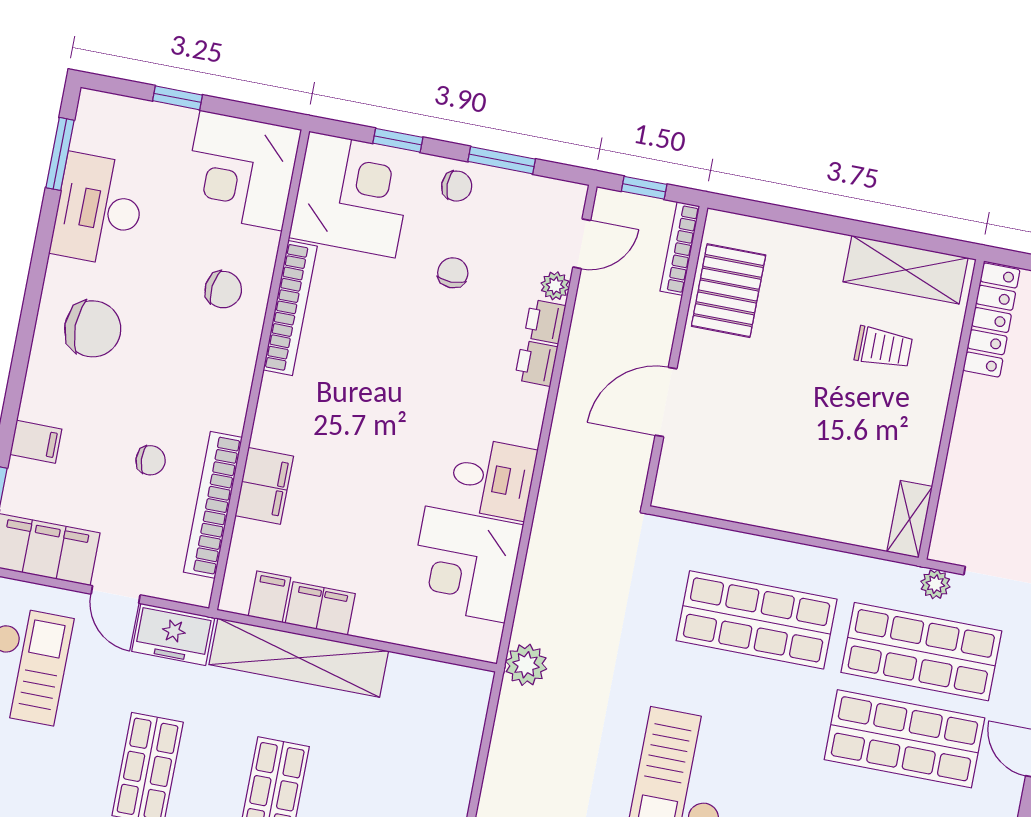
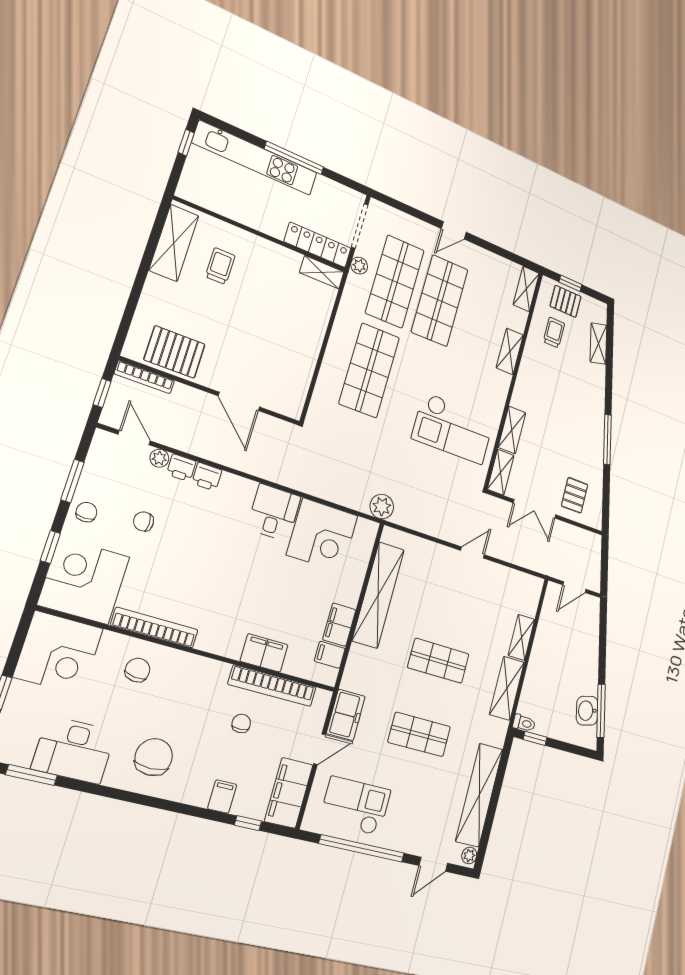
locker: (991, 320) -> (318, 245), moved
shelving: (299, 658) -> (378, 595), moved

